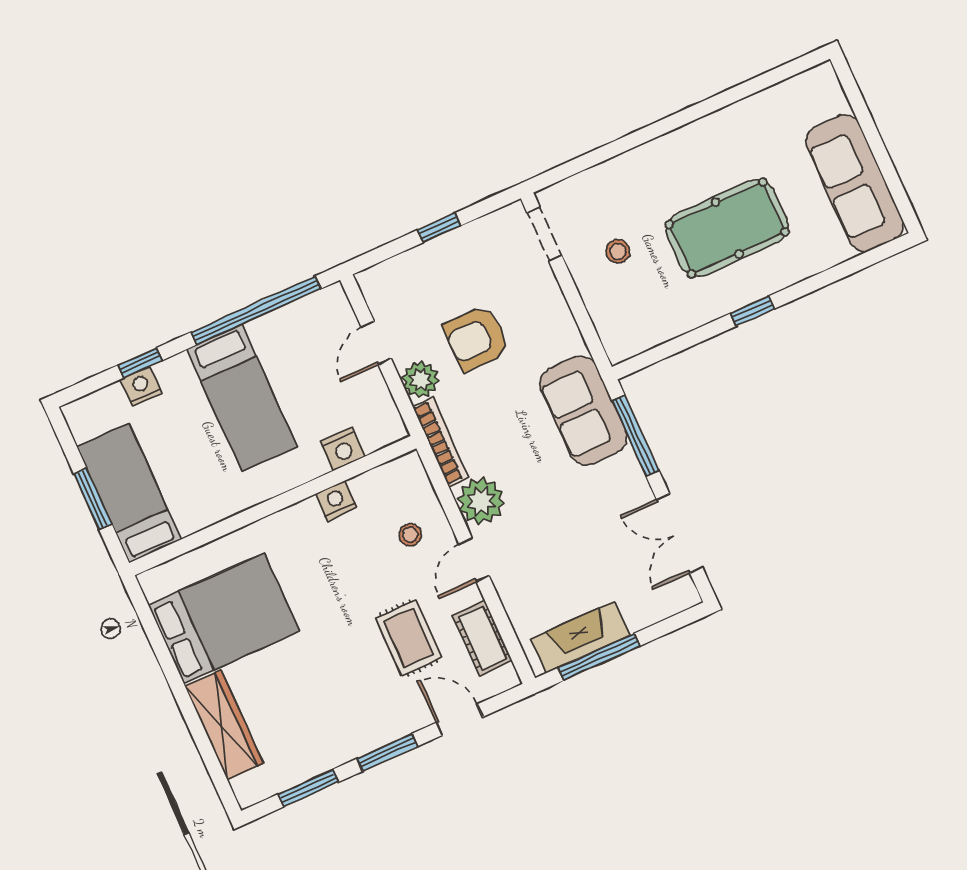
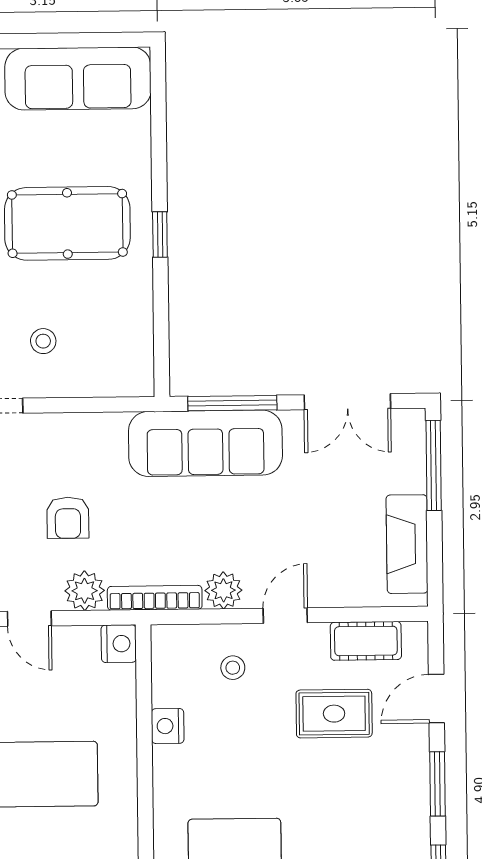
pool table: (727, 228) -> (67, 223), turned 90
armchair: (476, 338) -> (68, 518), width x0.72, depth x0.72
sofa: (583, 410) -> (205, 443), width x1.36
nightstand: (343, 449) -> (119, 644), moved
plant: (481, 501) -> (223, 590), width x0.73, depth x0.73
door: (474, 560) -> (285, 616), swing flipped
window: (599, 657) -> (434, 465), moved

